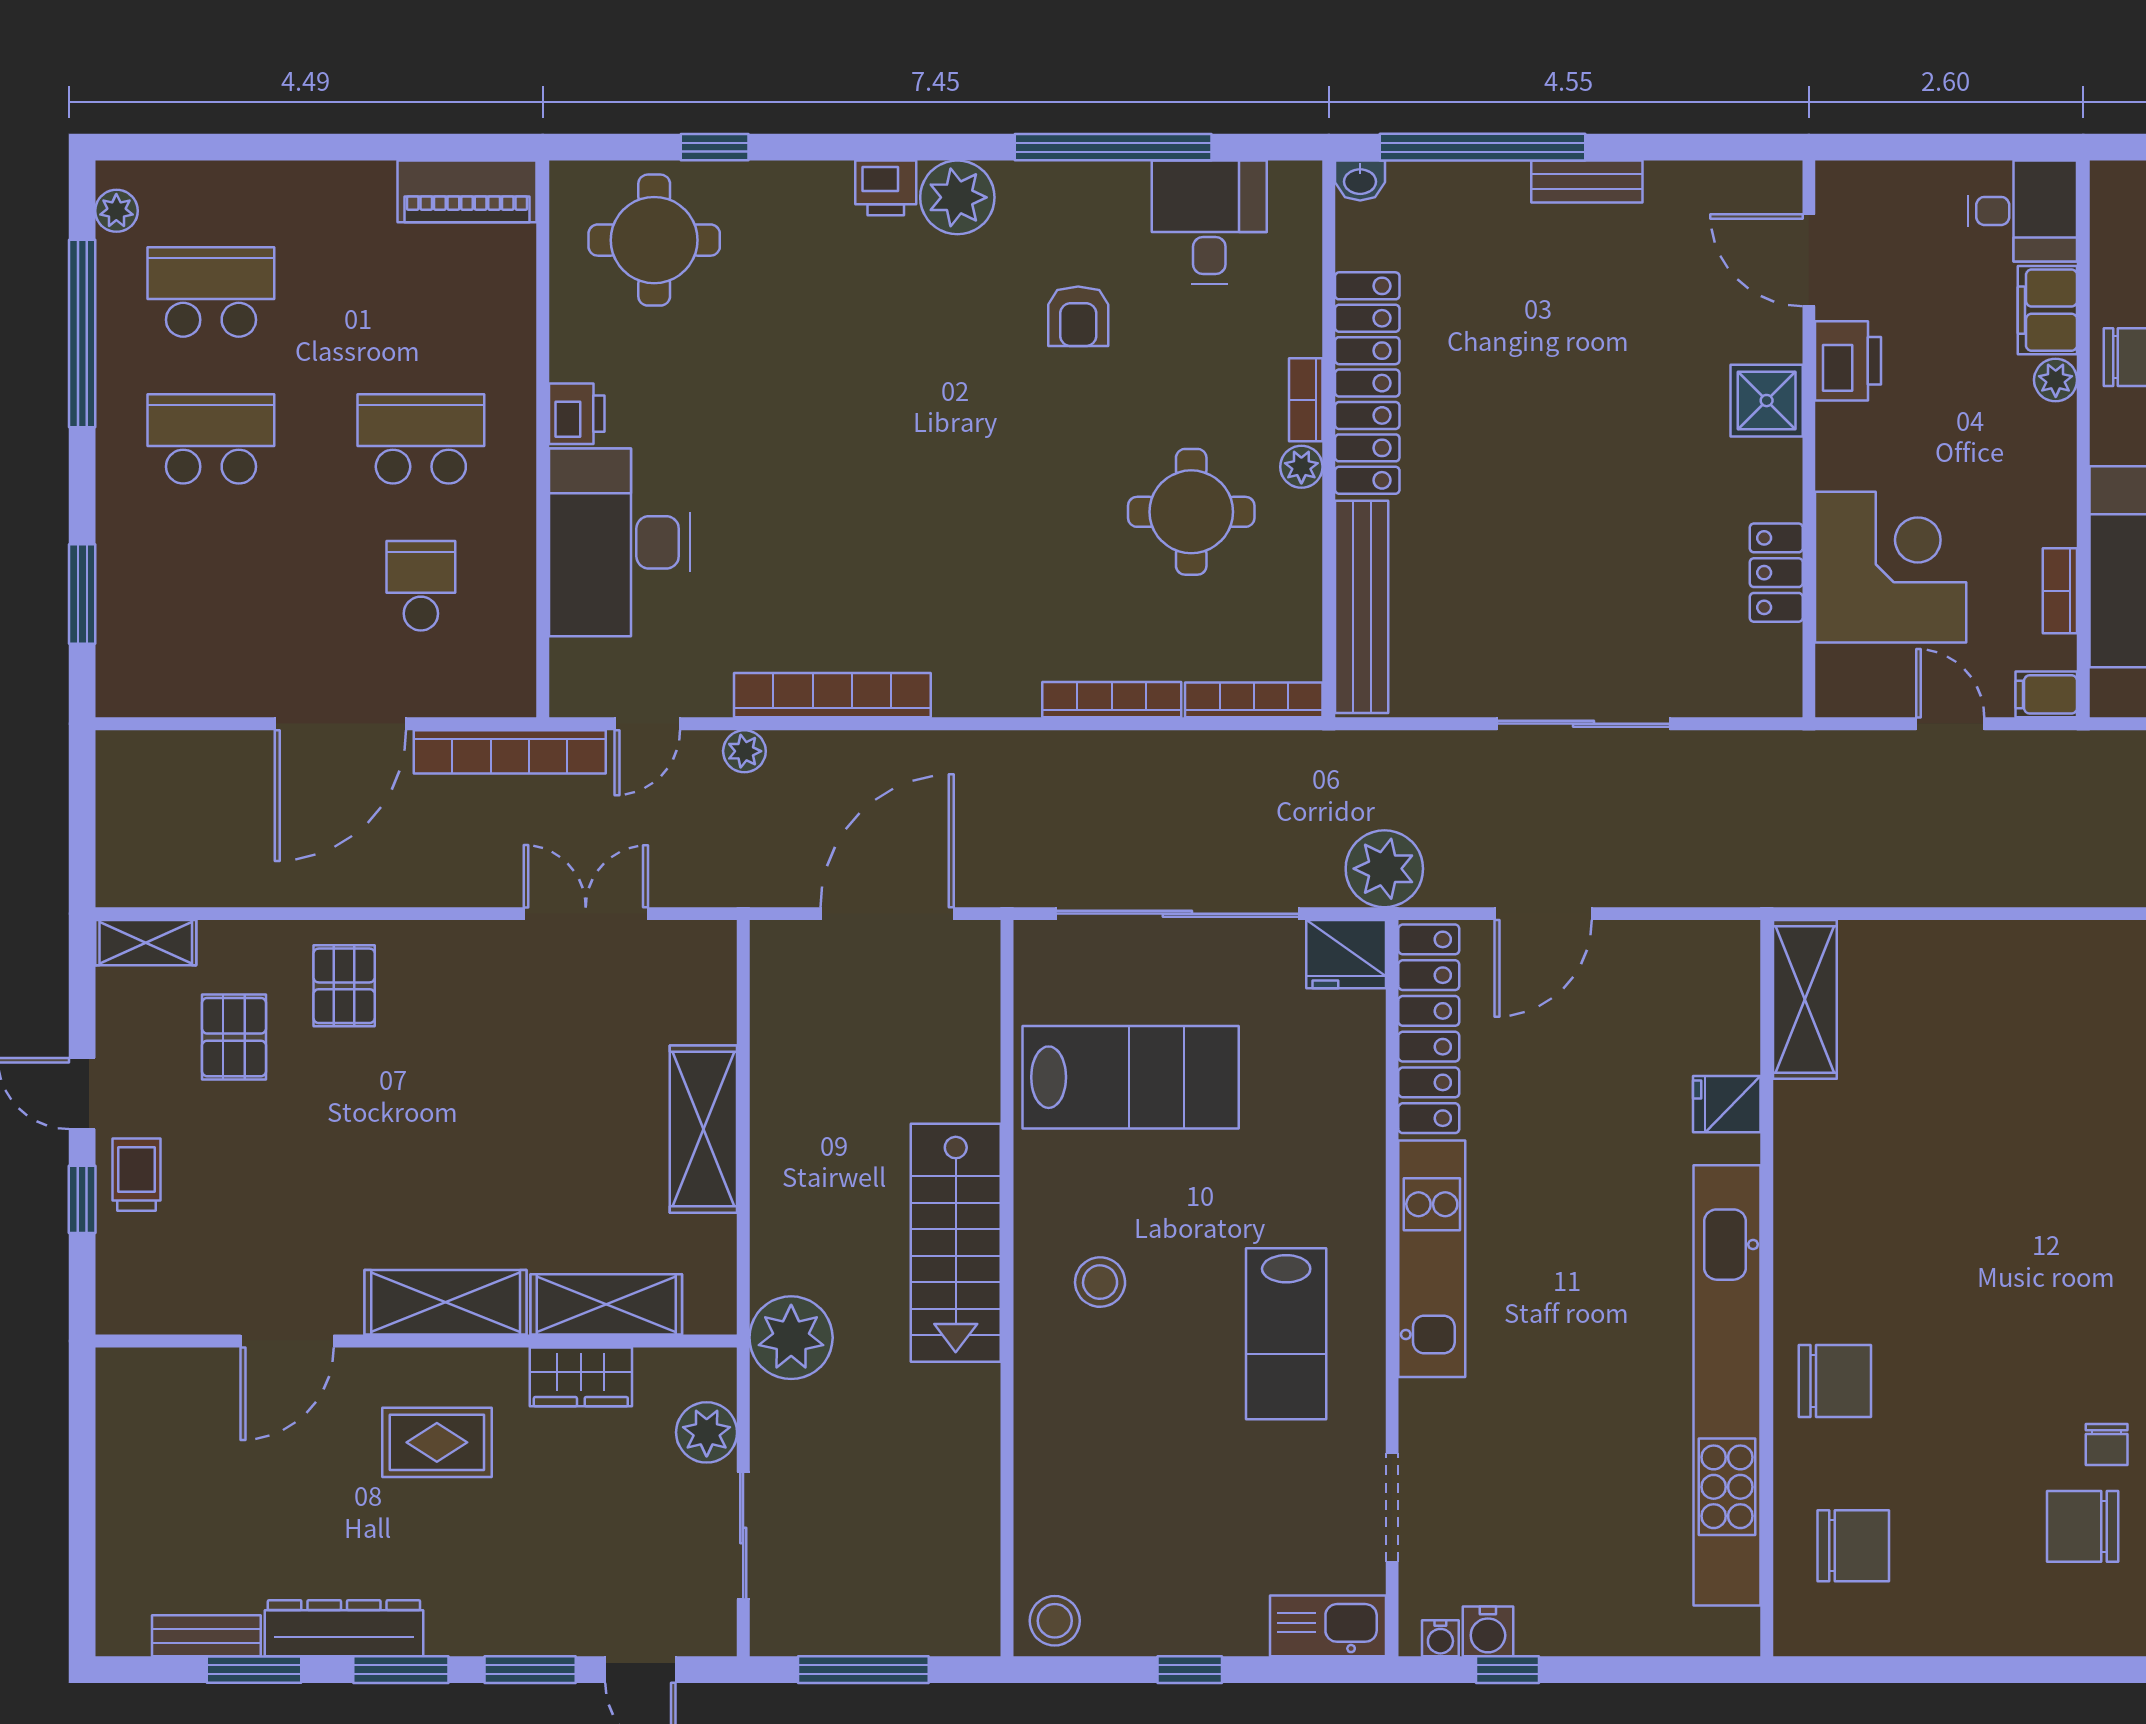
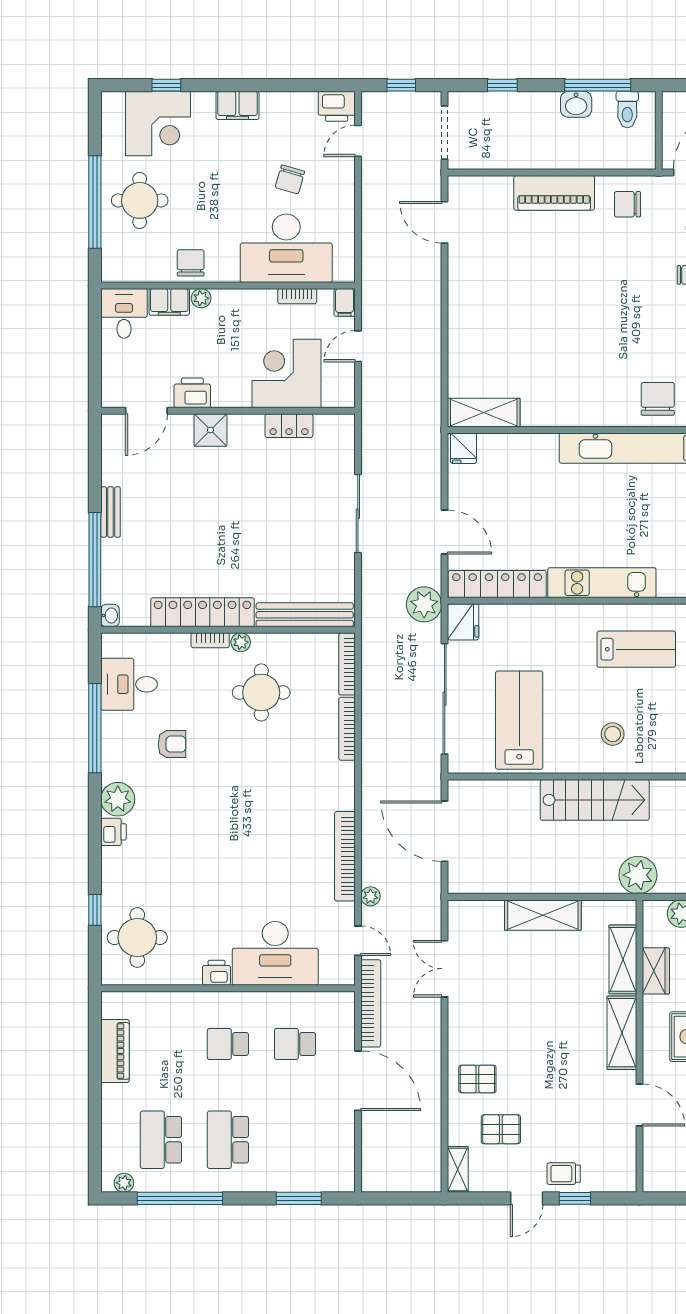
piano: (467, 191) -> (115, 1051), moved
school desk: (421, 439) -> (228, 1044), width x0.54
fridge: (1727, 1104) -> (463, 448), moved

